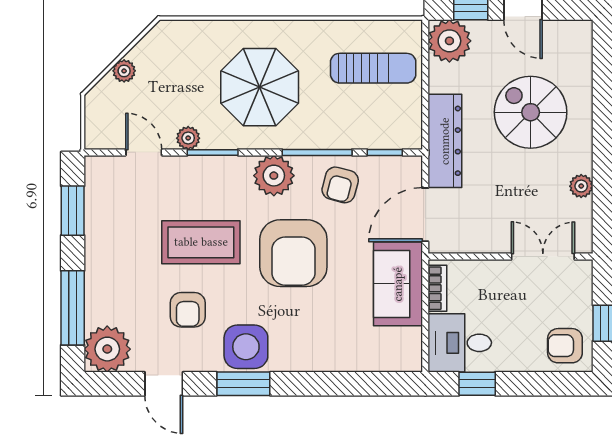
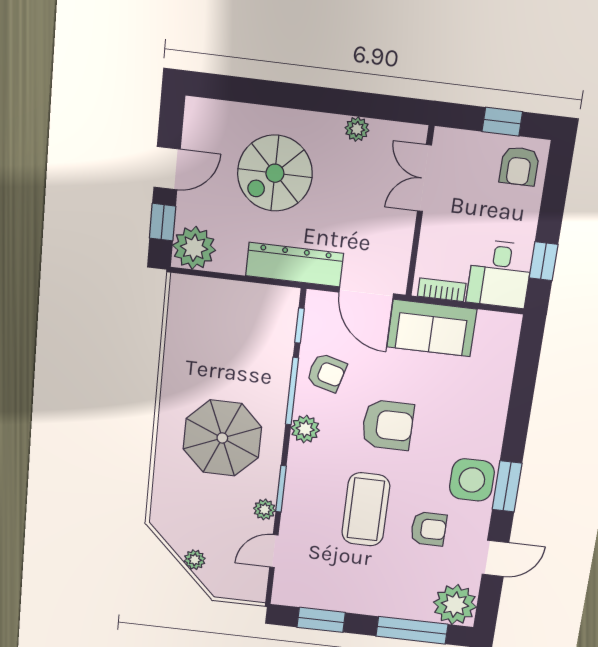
sun lounger: (373, 68) -> (214, 327), removed
plant: (274, 176) -> (305, 429), width x0.73, depth x0.73
armchair: (293, 253) -> (388, 425), width x0.73, depth x0.73

